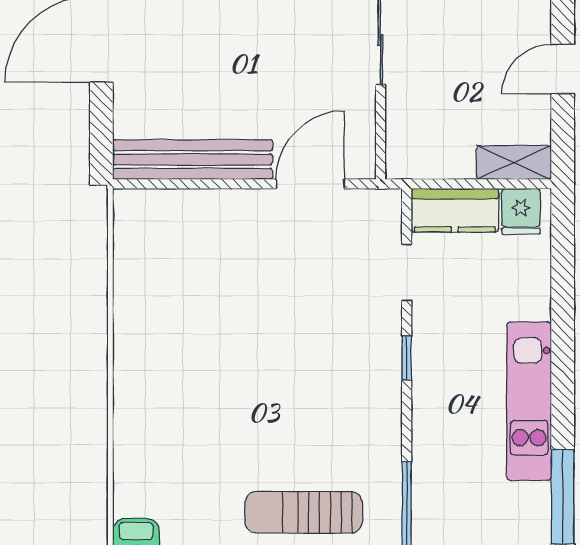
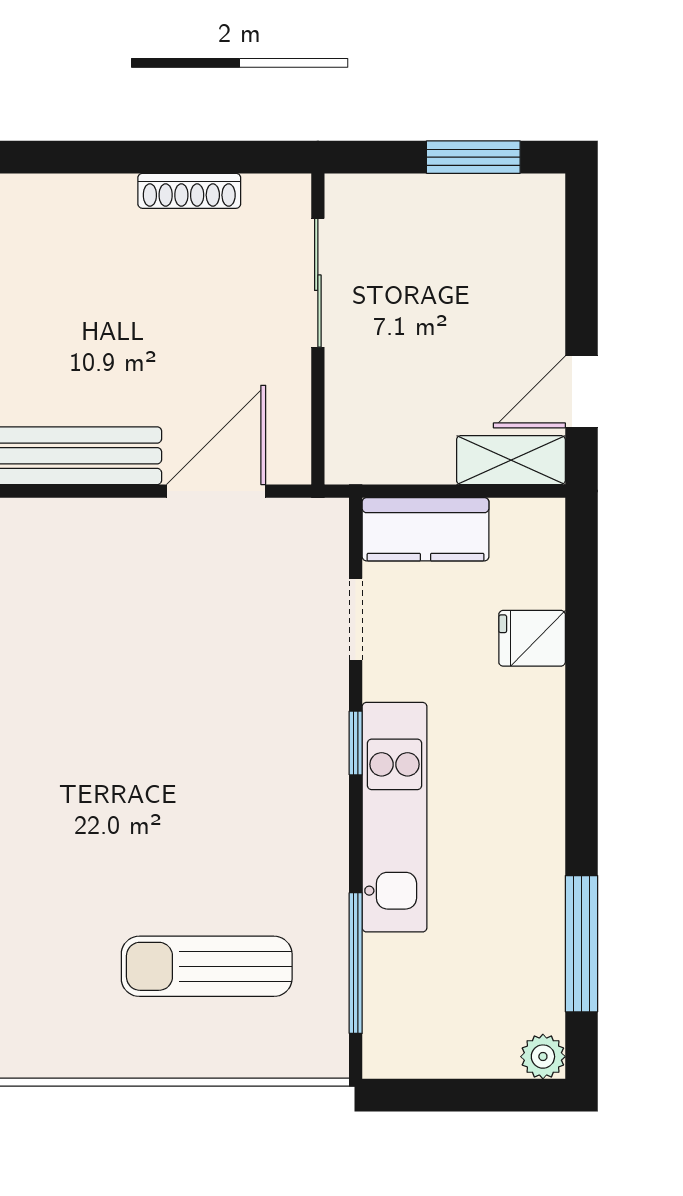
door: (563, 69) -> (582, 392), moved
fridge: (521, 211) -> (532, 638), moved, turned 90
kitchen unit: (529, 401) -> (395, 817), moved, turned 180

